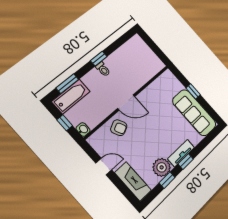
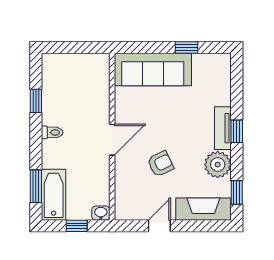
window: (99, 59) -> (36, 101), moved
window: (193, 91) -> (186, 48), moved
sofa: (194, 113) -> (153, 69), moved
armchair: (119, 128) -> (160, 164), moved
window: (167, 180) -> (237, 193), moved

